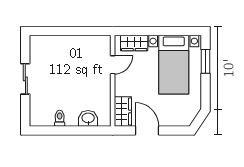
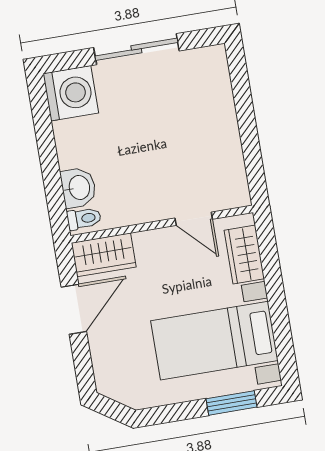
sliding door: (25, 79) -> (136, 49), width x1.37
washing machine: (41, 114) -> (71, 93), added
toilet: (60, 118) -> (84, 219), moved

